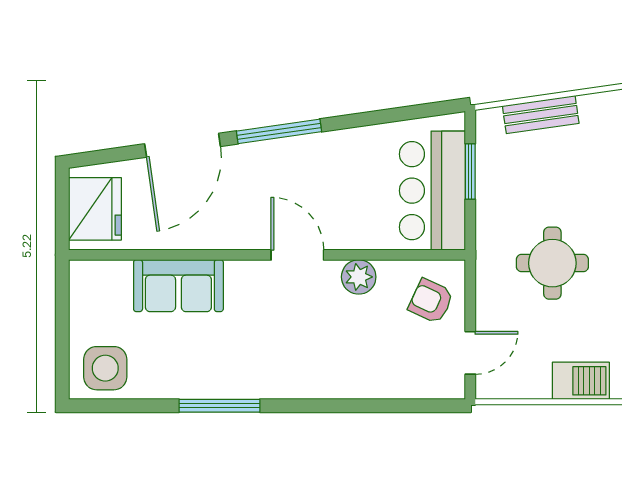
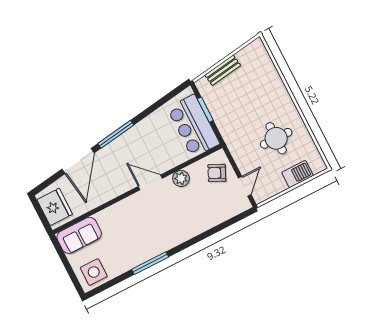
round table: (552, 263) -> (276, 138), moved
sofa: (178, 286) -> (79, 235), moved

